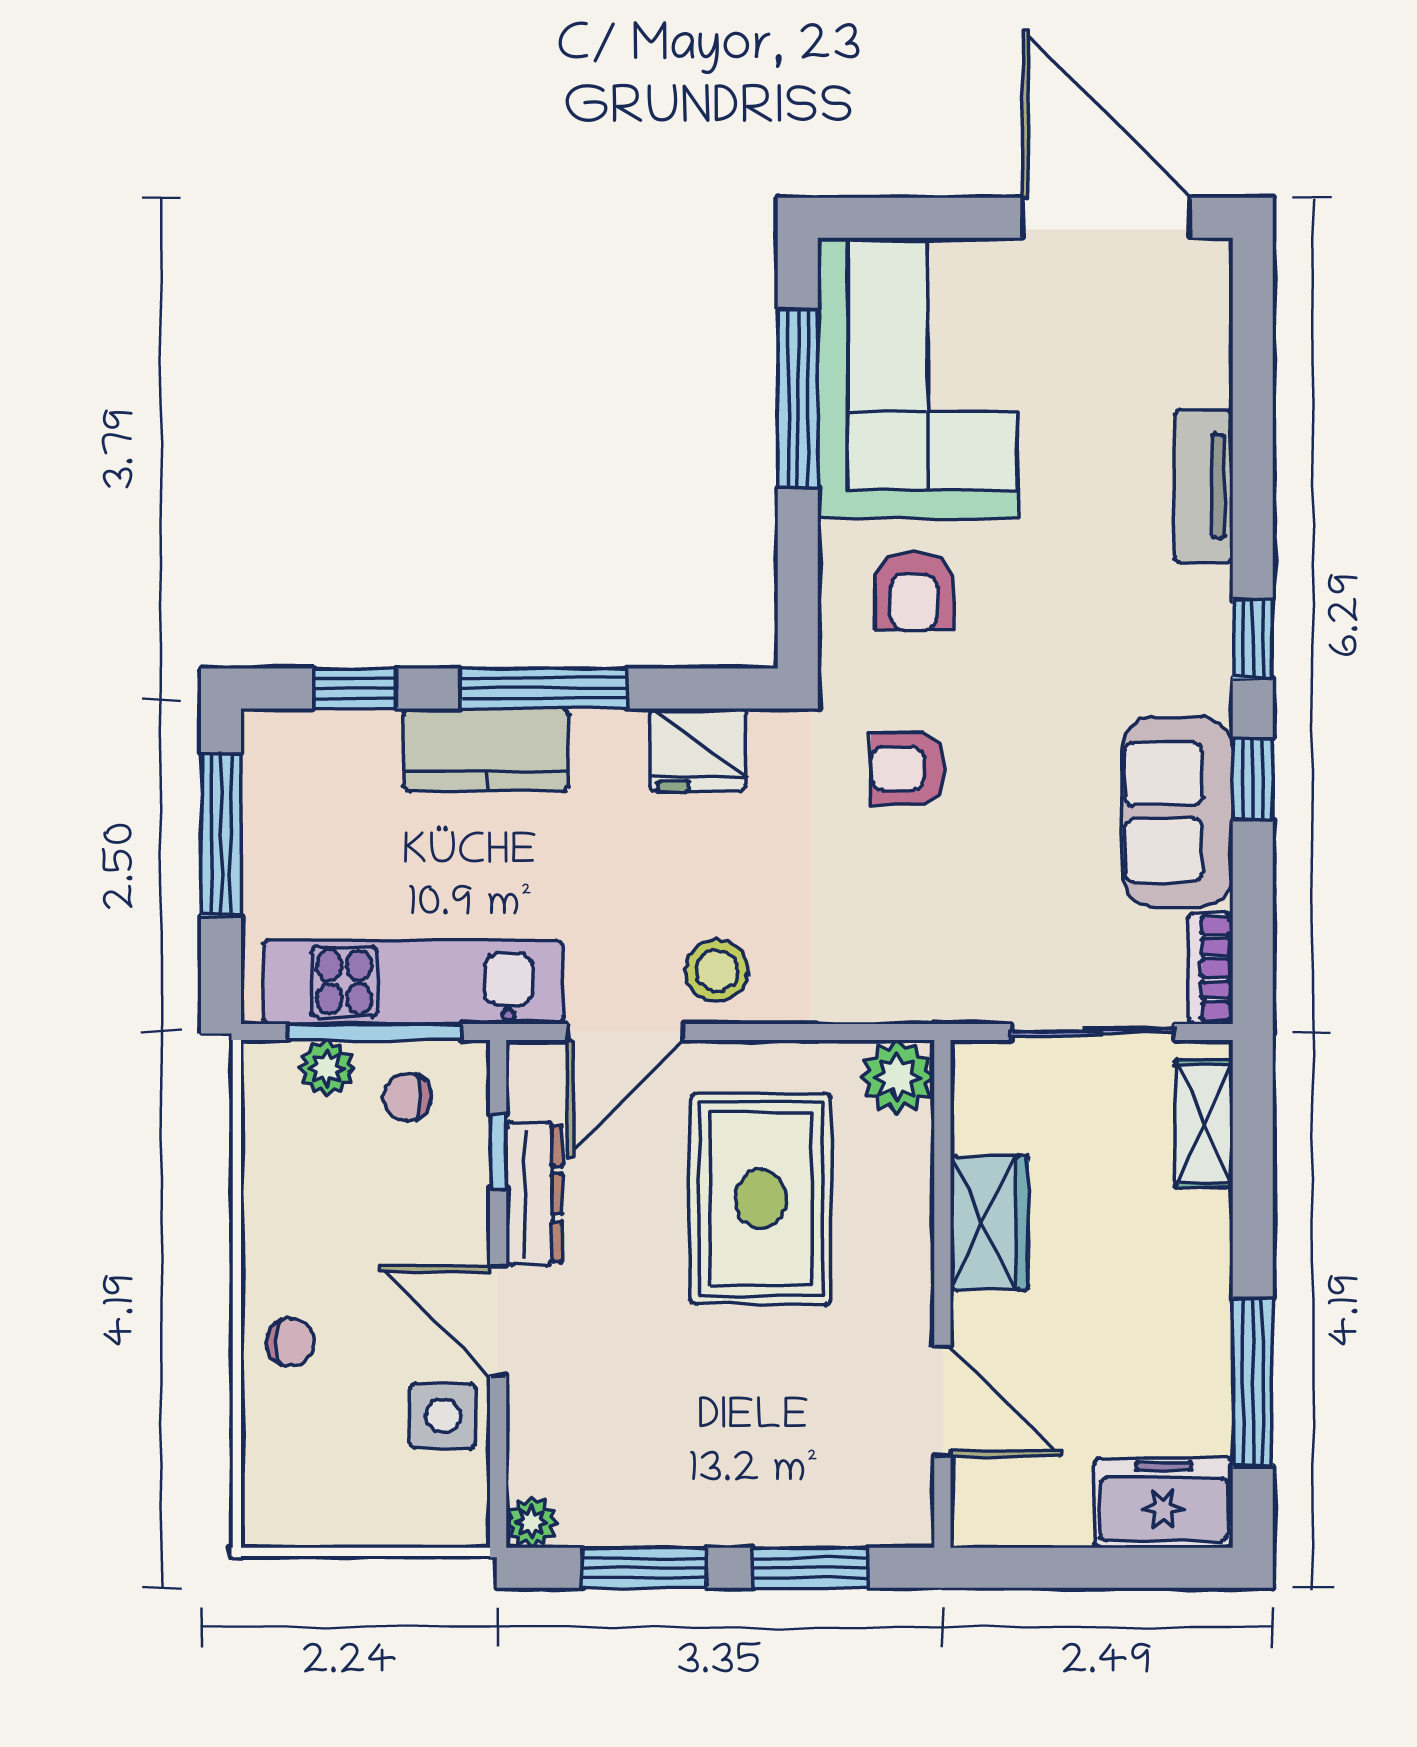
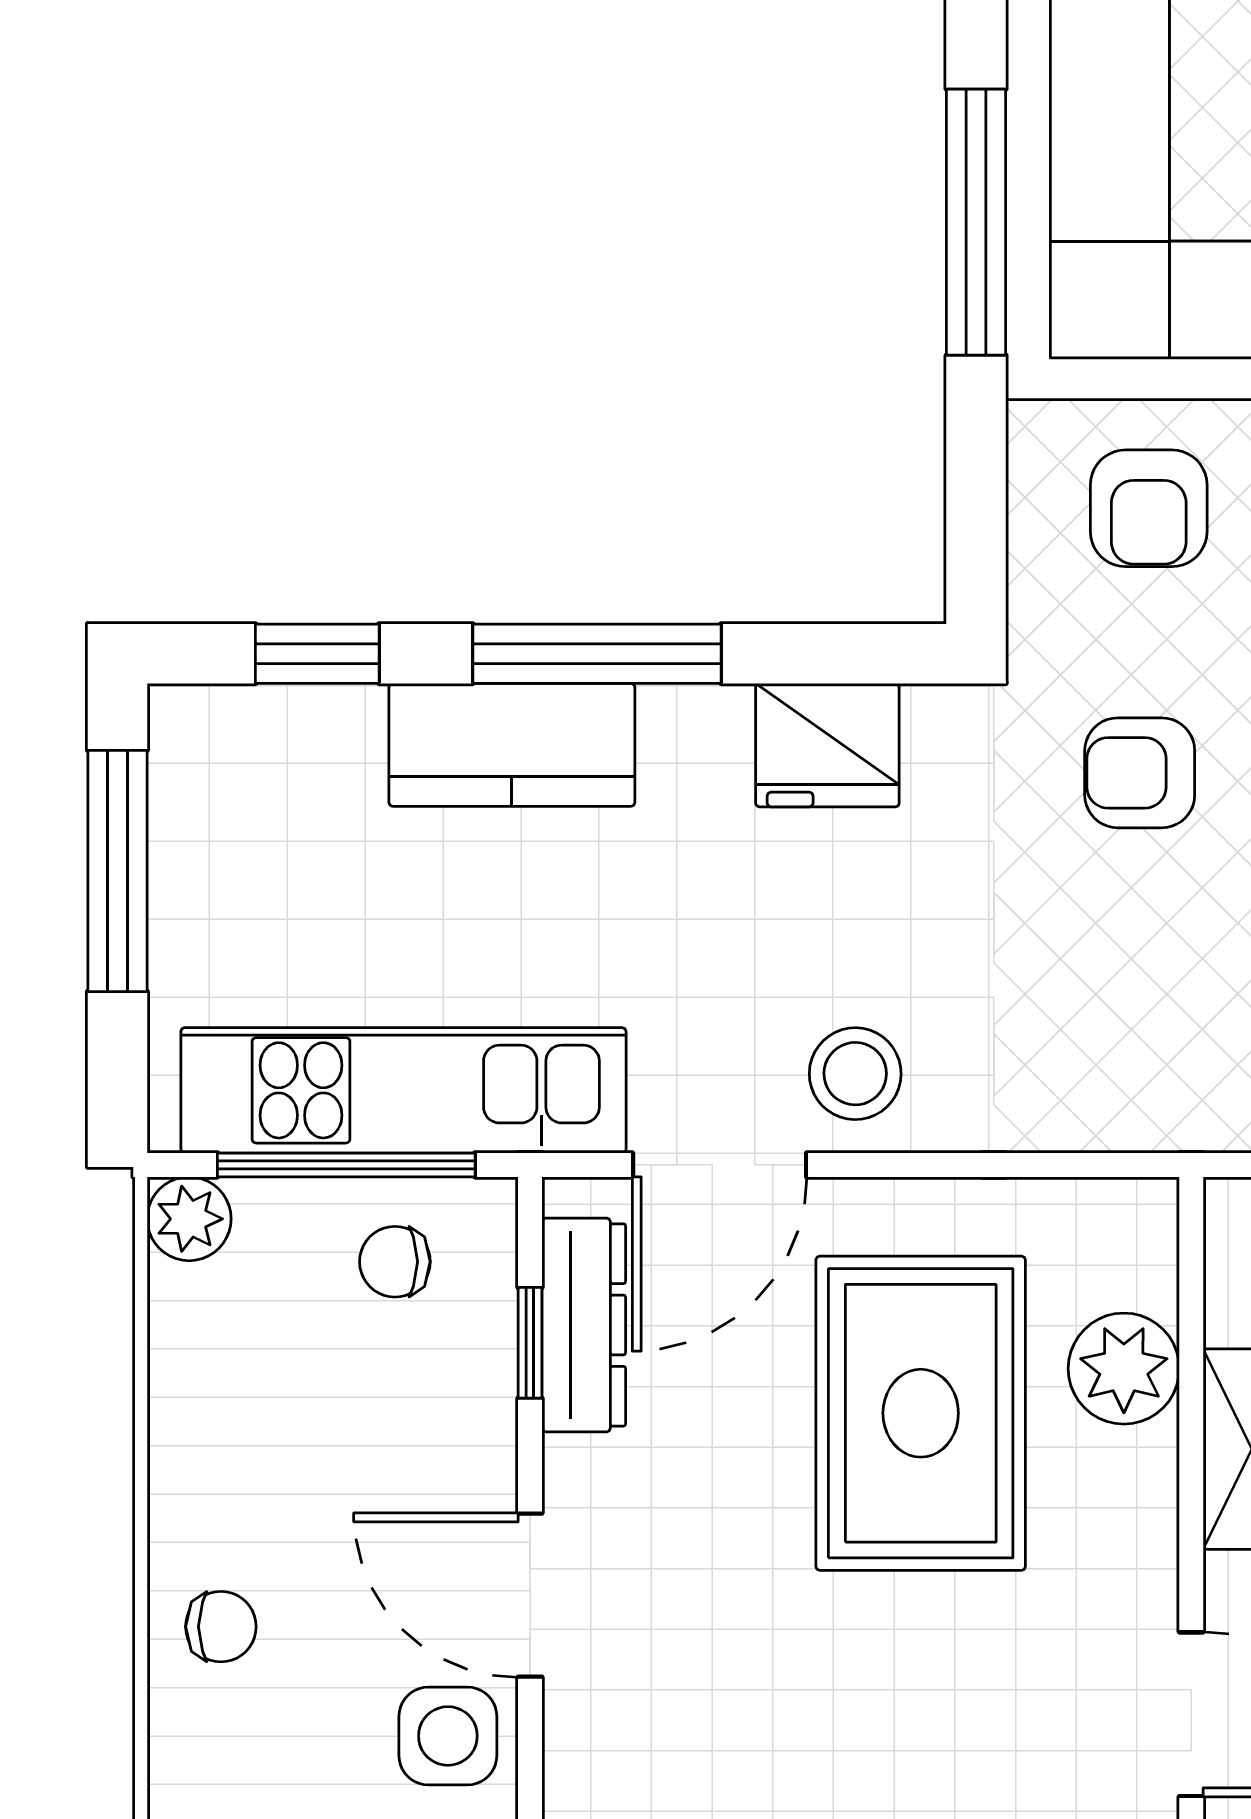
plant: (327, 1068) -> (189, 1219), moved
plant: (897, 1077) -> (1124, 1369), moved
dresser: (534, 1194) -> (584, 1325), moved

